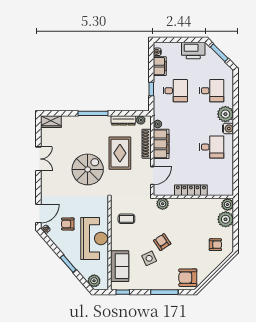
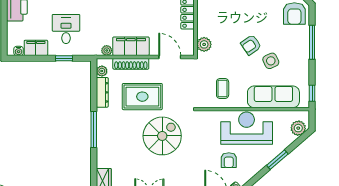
spiral stairs: (88, 169) -> (162, 136), turned 90
sofa: (120, 266) -> (273, 97), width x1.36

